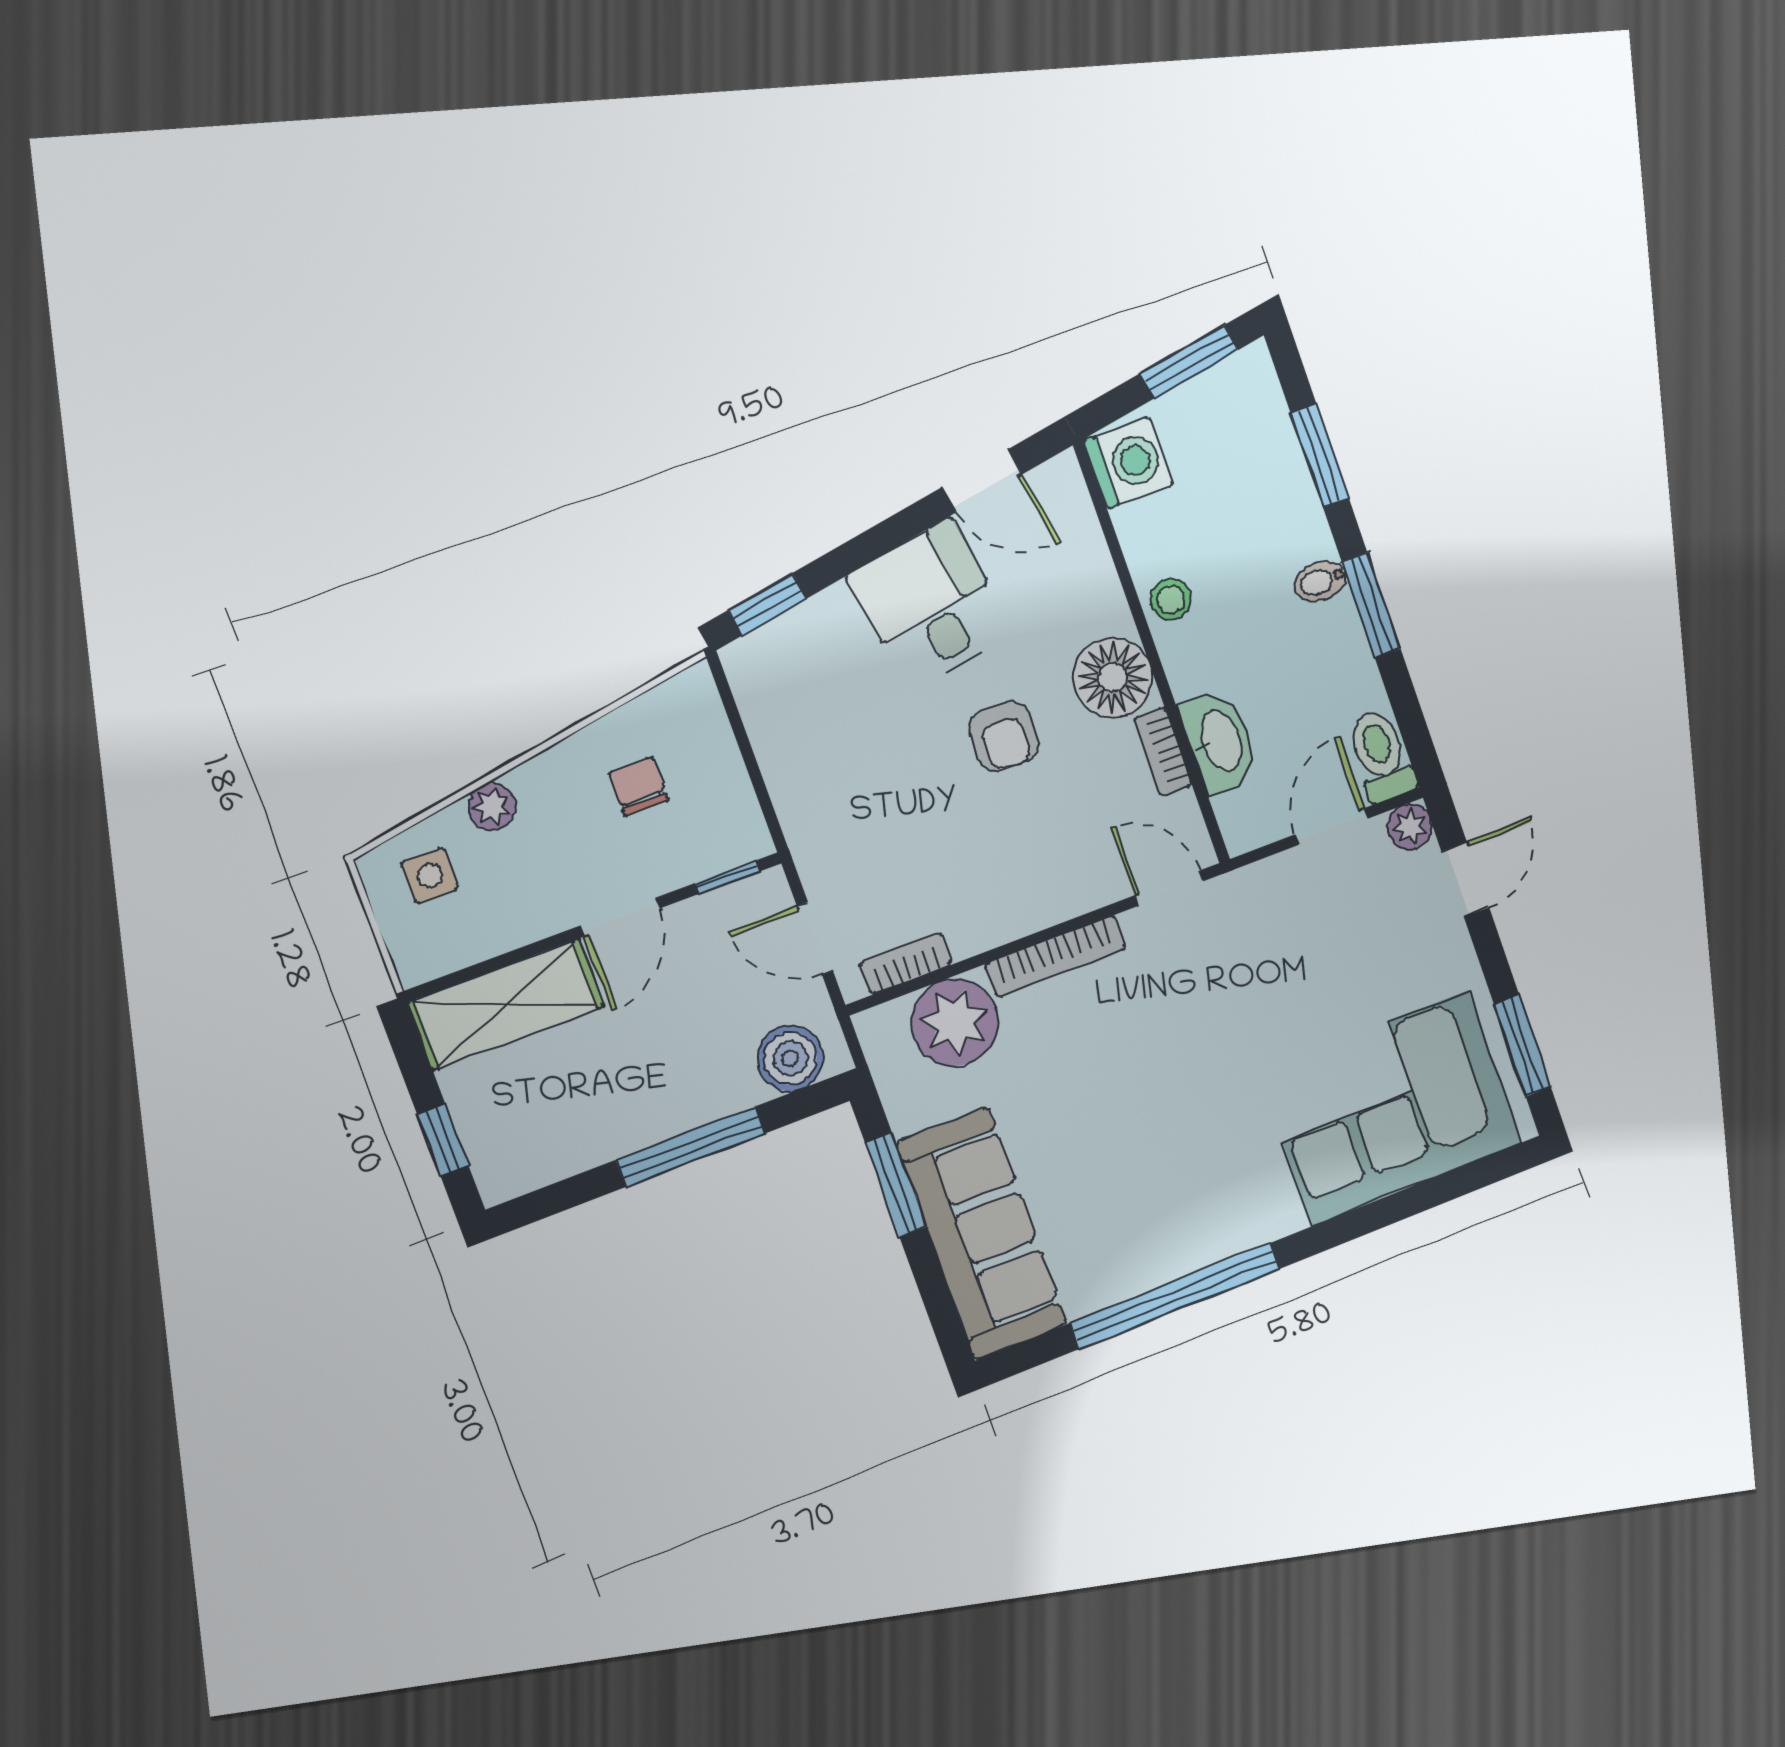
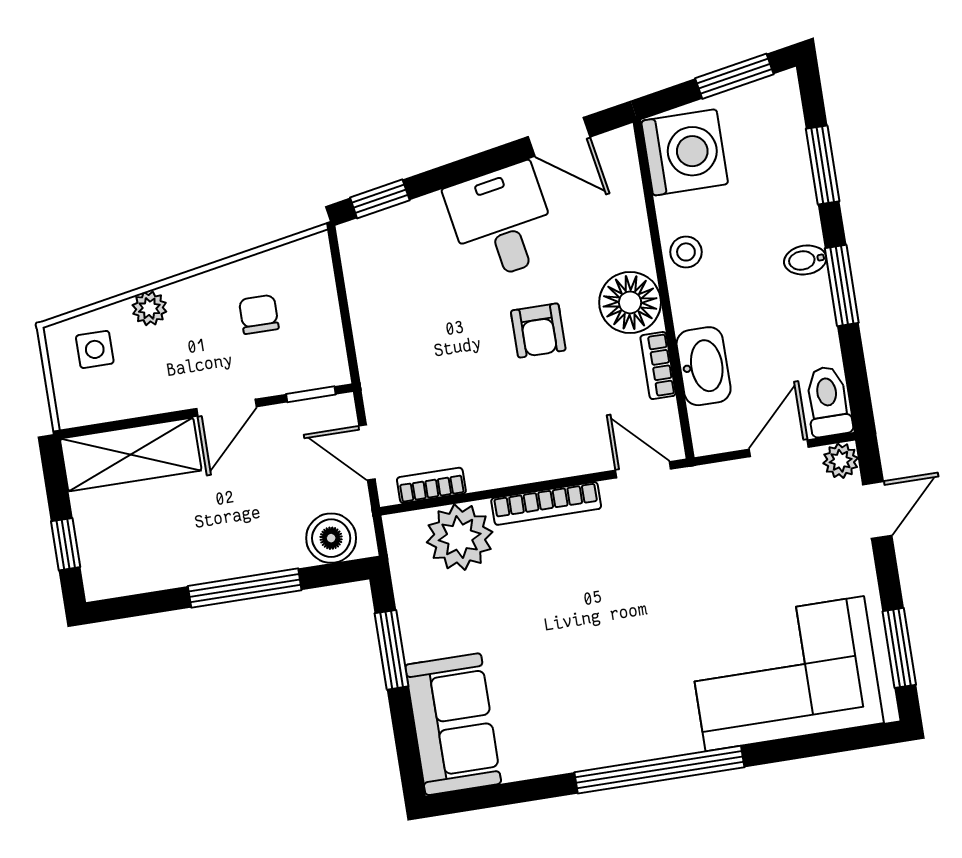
washing machine: (1128, 463) -> (685, 152), width x1.37, depth x1.37
sofa: (982, 1233) -> (453, 724), width x0.73
window: (1175, 1296) -> (659, 770), moved

